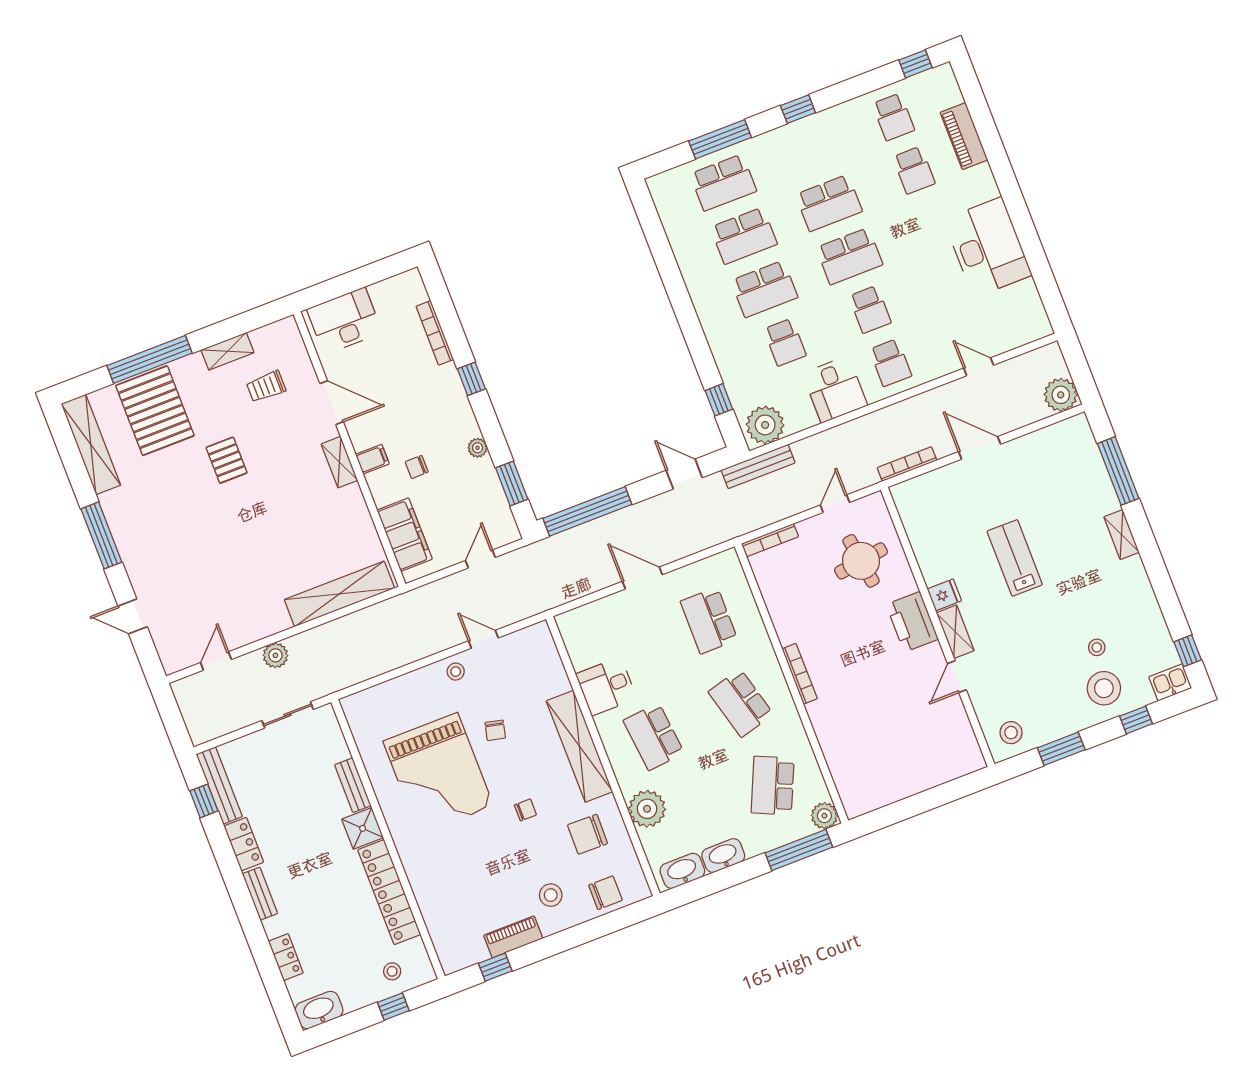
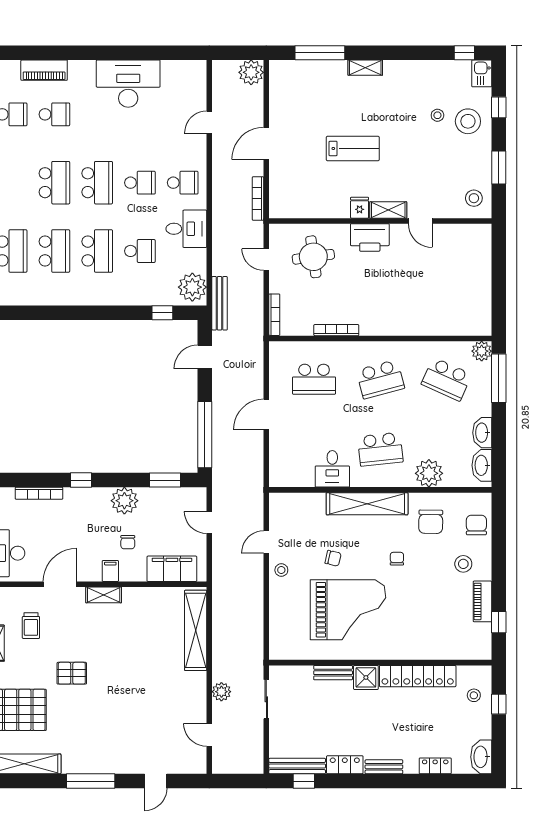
plant: (478, 448) -> (124, 501), width x1.88, depth x1.88
lab bench: (1015, 558) -> (353, 148), turned 180
bookcase: (800, 674) -> (336, 330), moved

